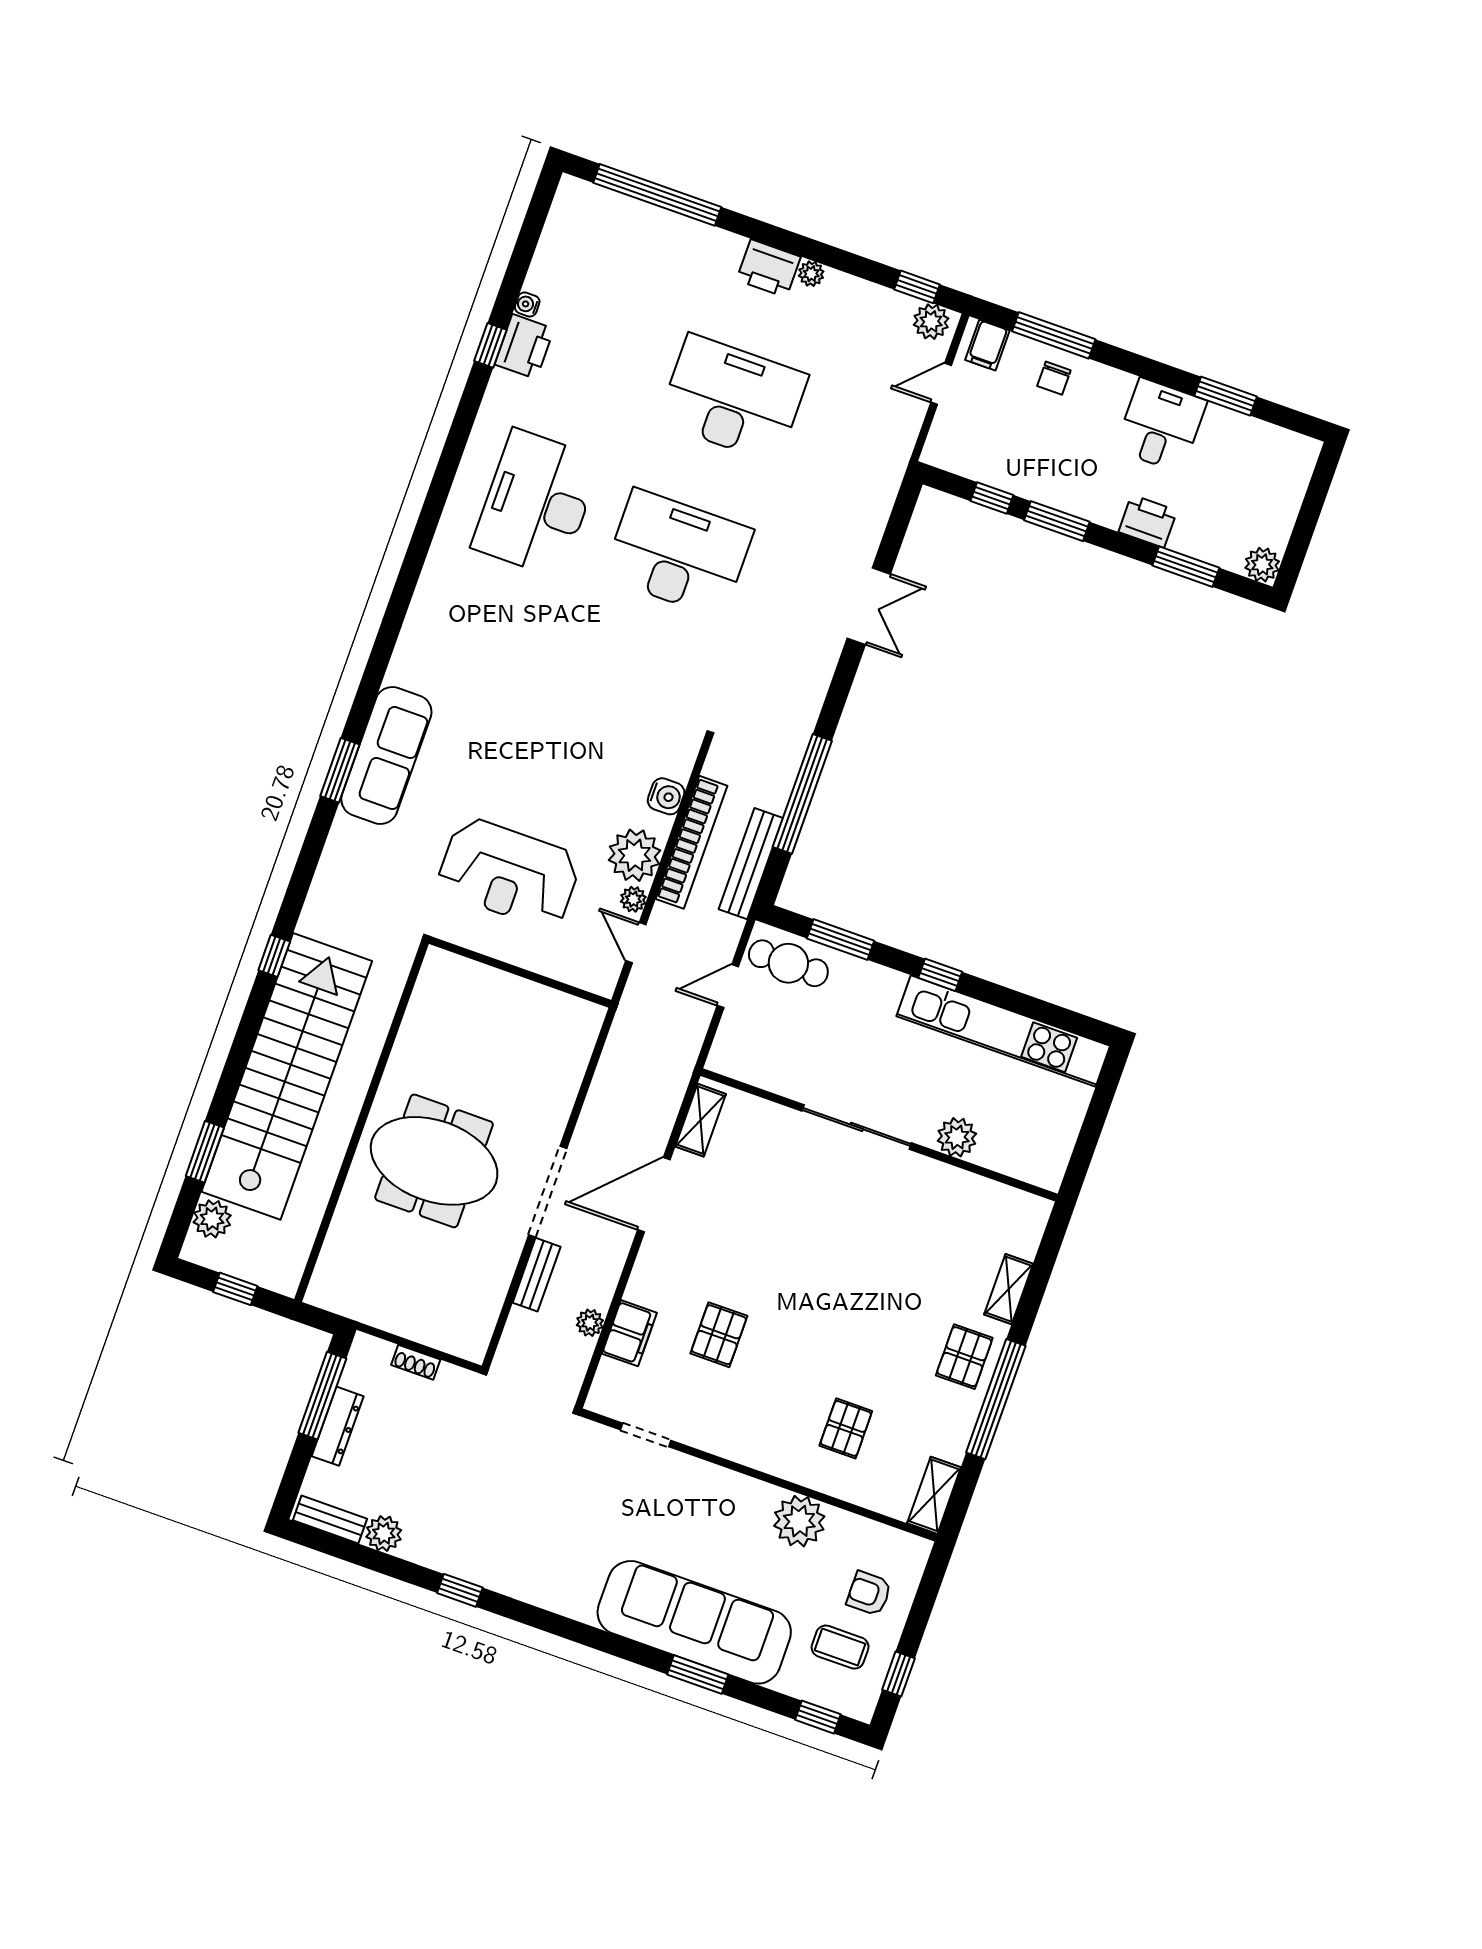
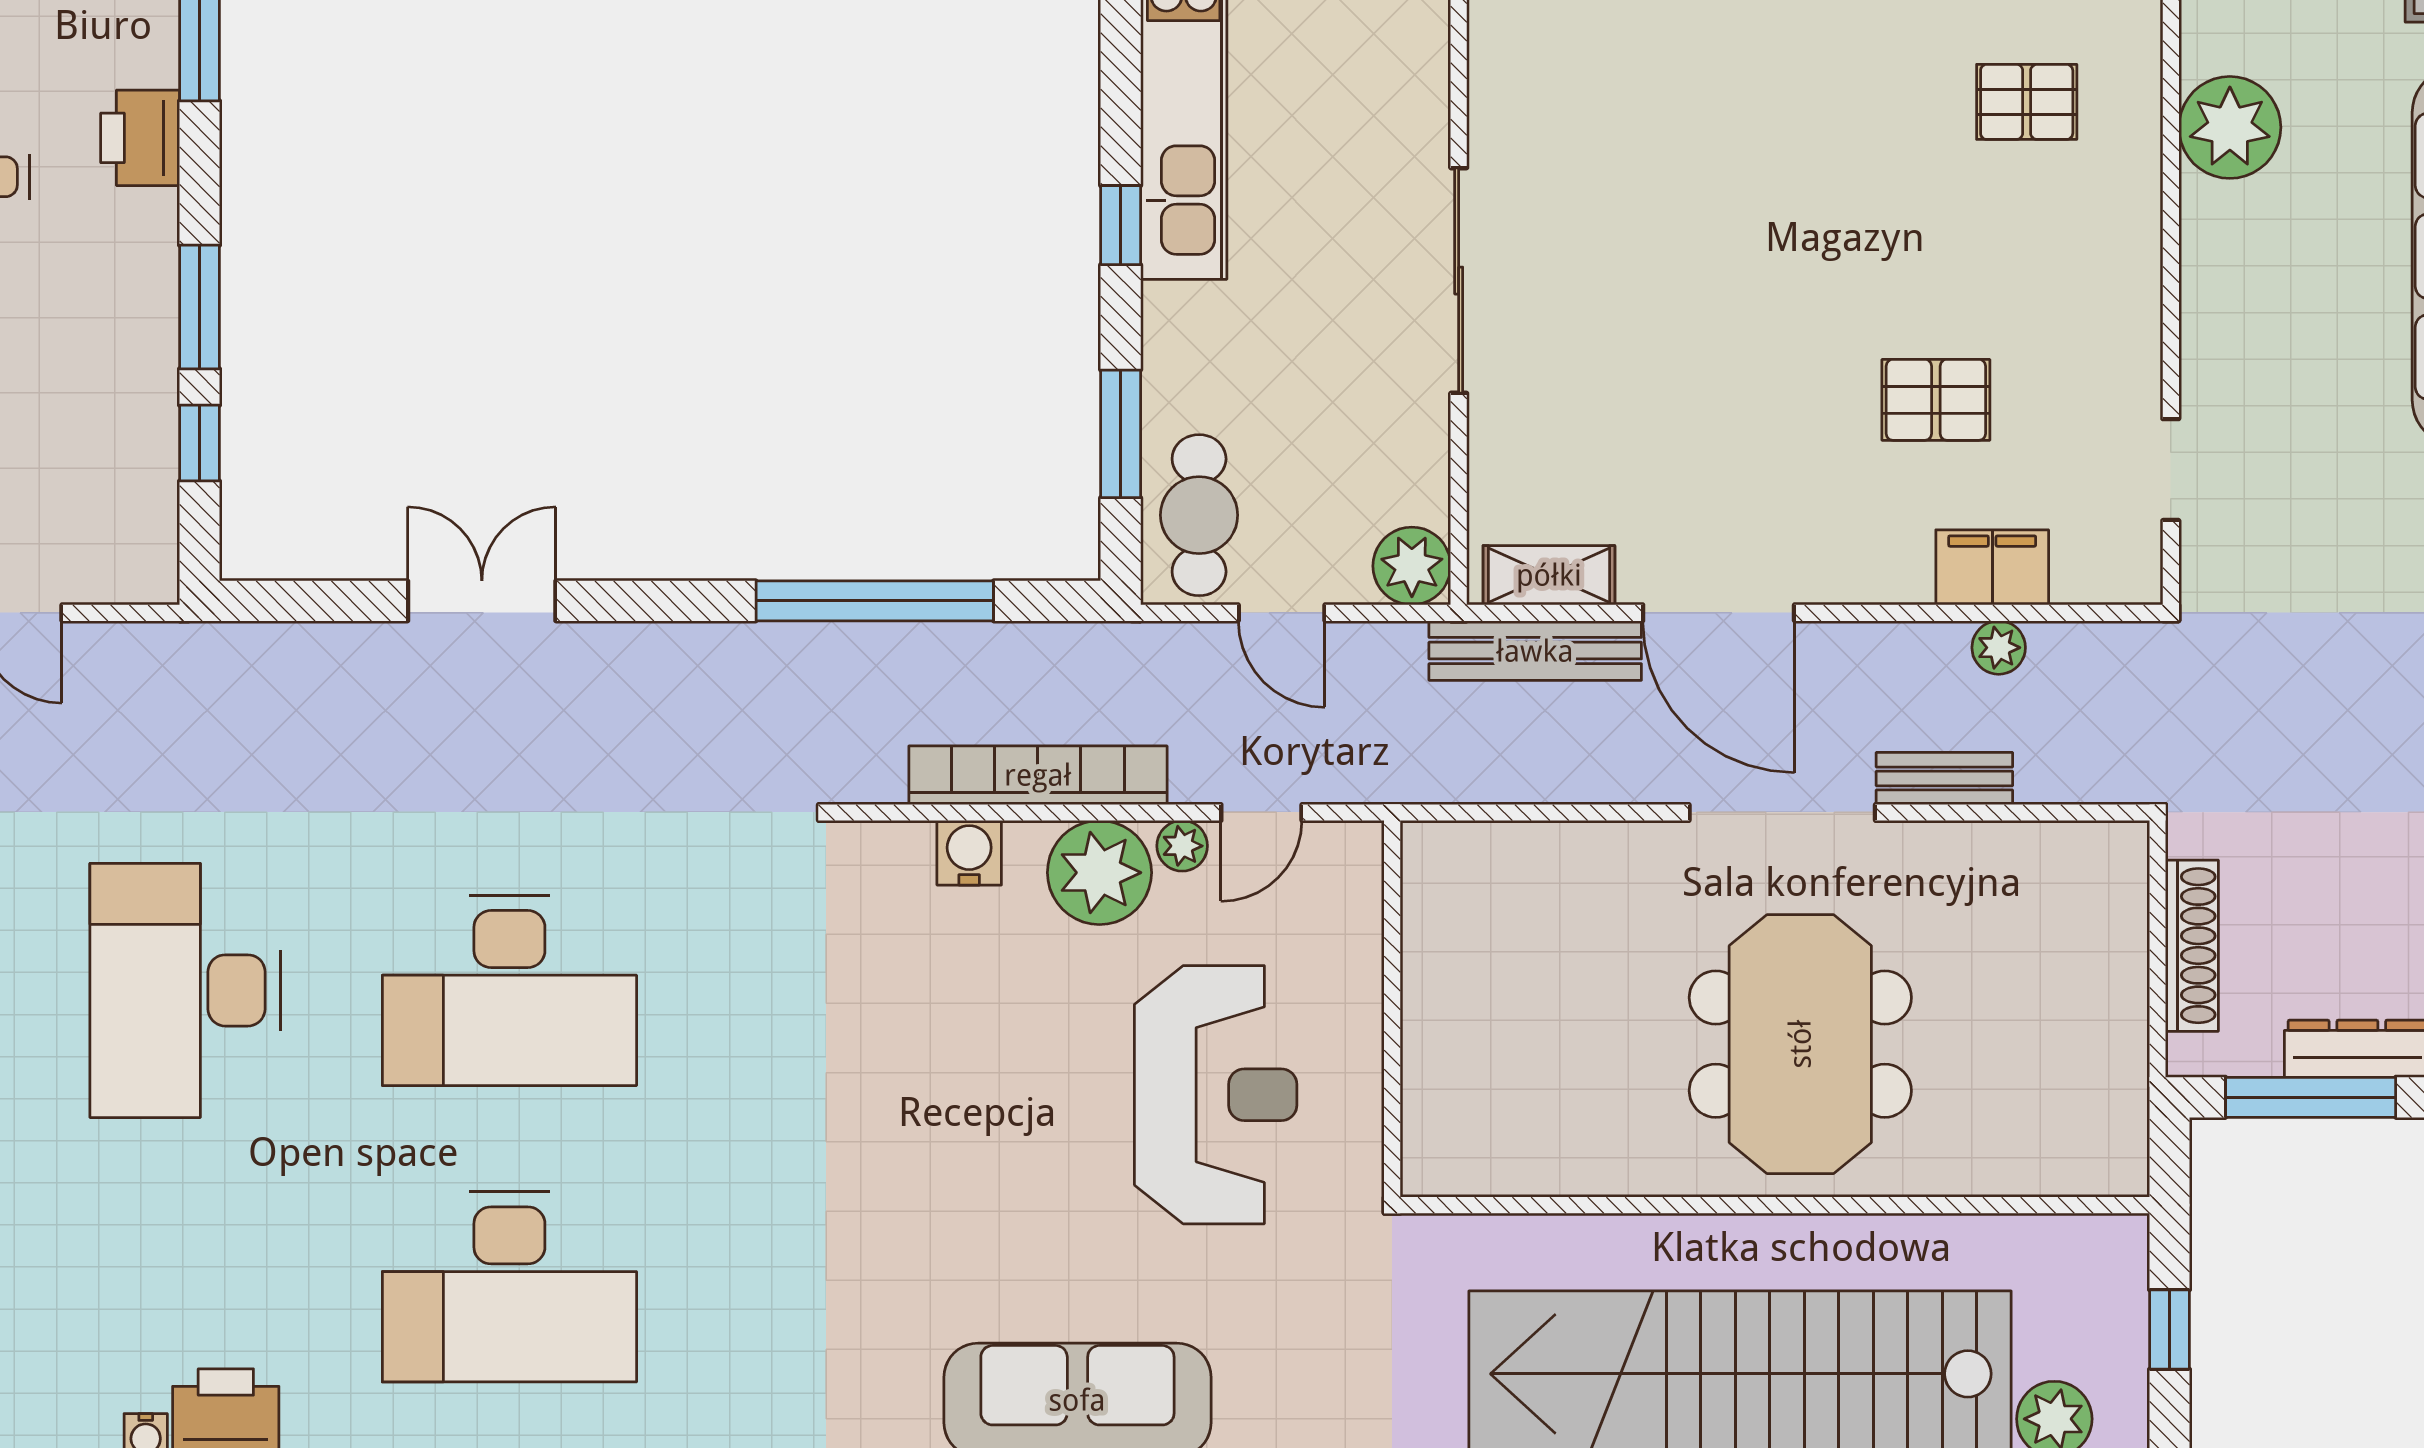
desk: (678, 553) -> (509, 990), turned -90
bench: (751, 864) -> (1535, 651), moved
plant: (957, 1137) -> (1412, 566), moved
shoe rack: (416, 1362) -> (2192, 946), width x1.94, depth x1.24

